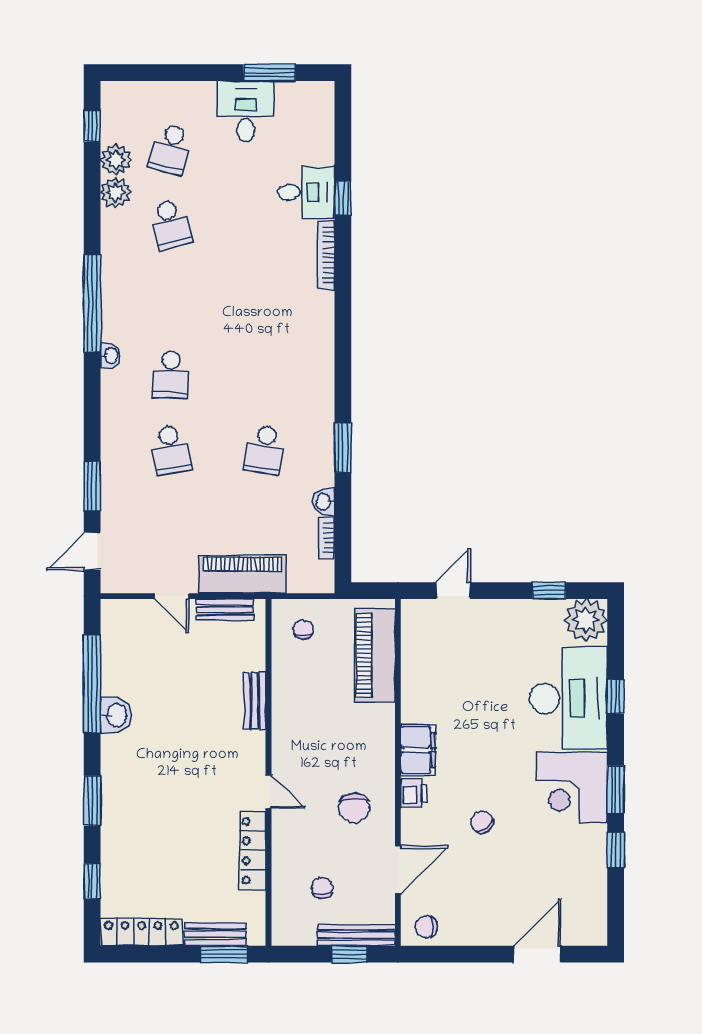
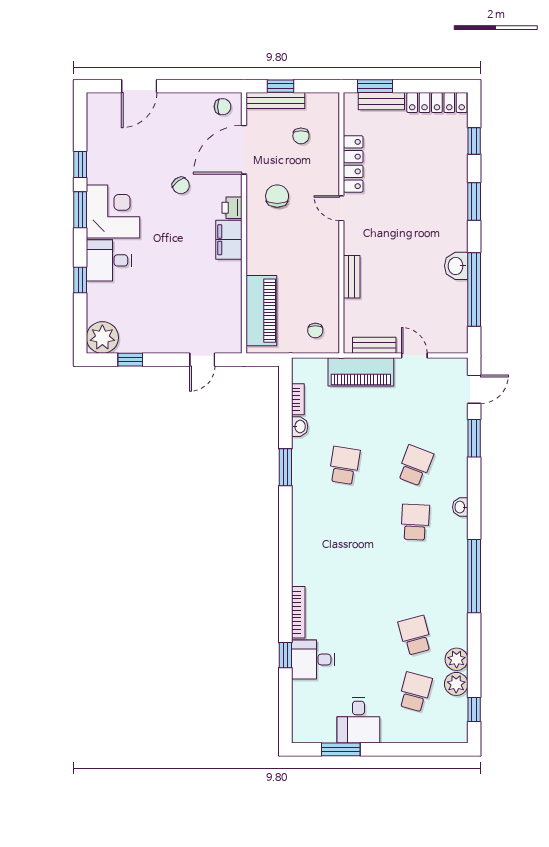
washbasin: (111, 356) -> (460, 507), moved
school desk: (171, 450) -> (415, 466), turned 30
desk: (569, 698) -> (109, 260), width x0.53, depth x0.77
door: (398, 870) -> (244, 150), width x1.36

